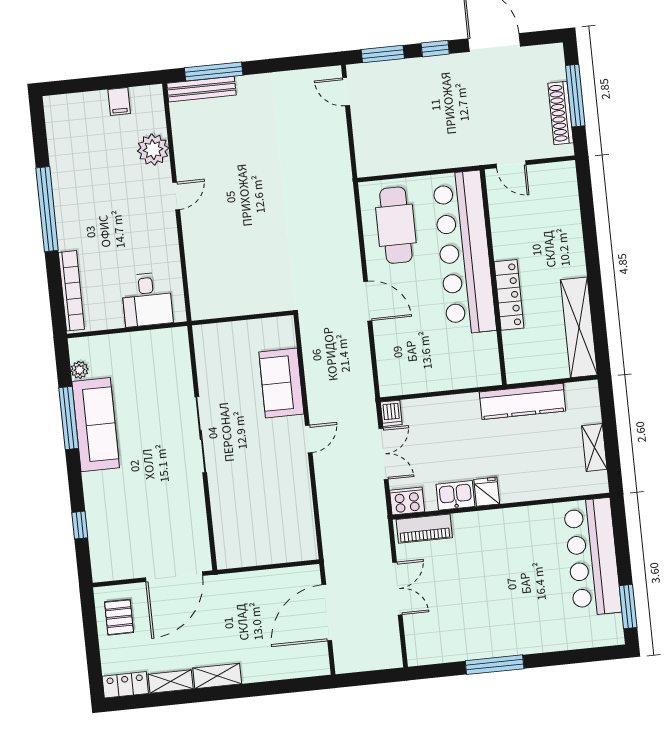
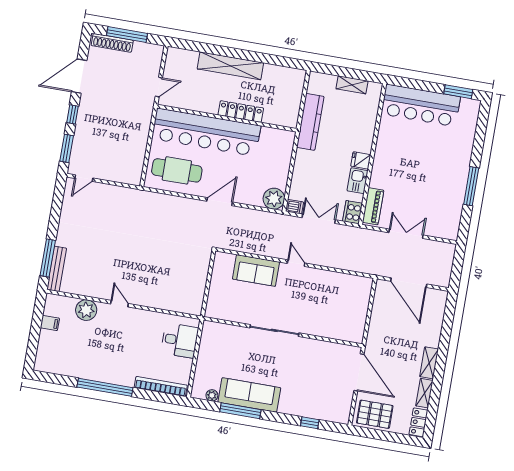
shoe rack: (561, 113) -> (112, 43), moved
shelving: (579, 327) -> (230, 66), moved
plant: (394, 380) -> (274, 199), added
pallet: (119, 617) -> (375, 414), width x1.50, depth x1.42

